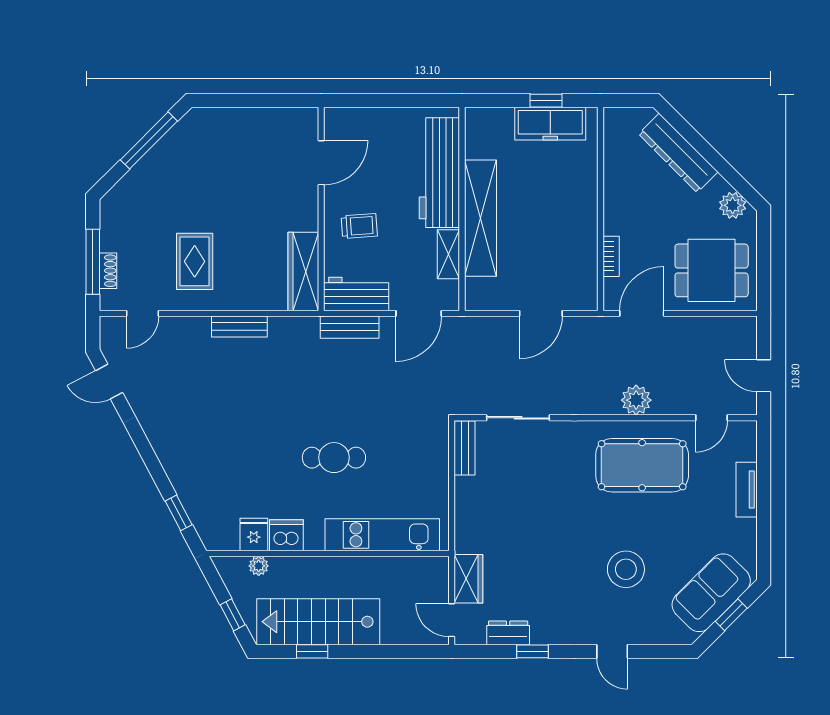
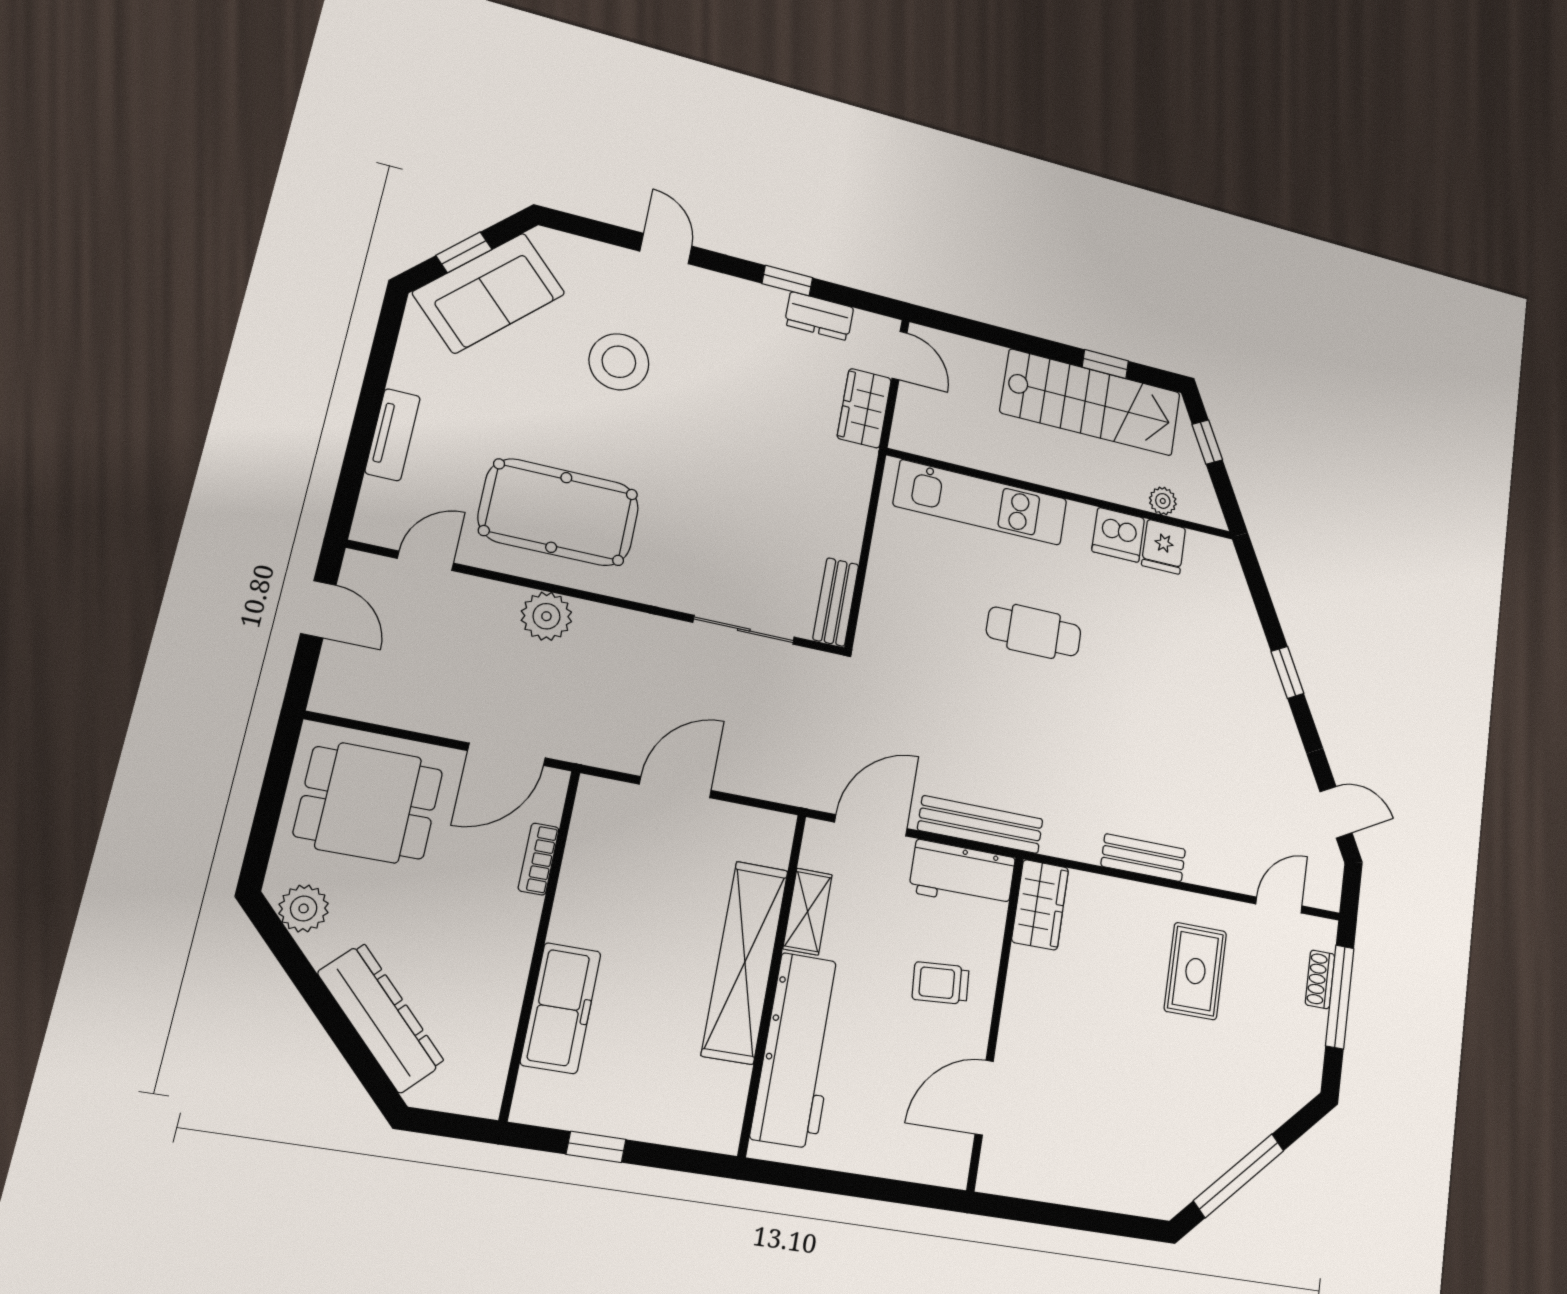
freezer: (550, 124) -> (561, 1008), moved, turned 90
wardrobe: (303, 271) -> (1040, 905), width x0.67
bench: (350, 327) -> (980, 825), width x1.36
window: (179, 513) -> (1287, 672), moved

